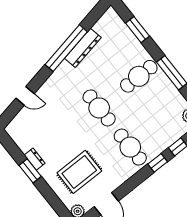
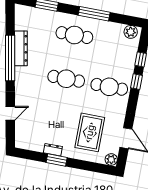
cafe table: (139, 76) -> (74, 35), turned 90

